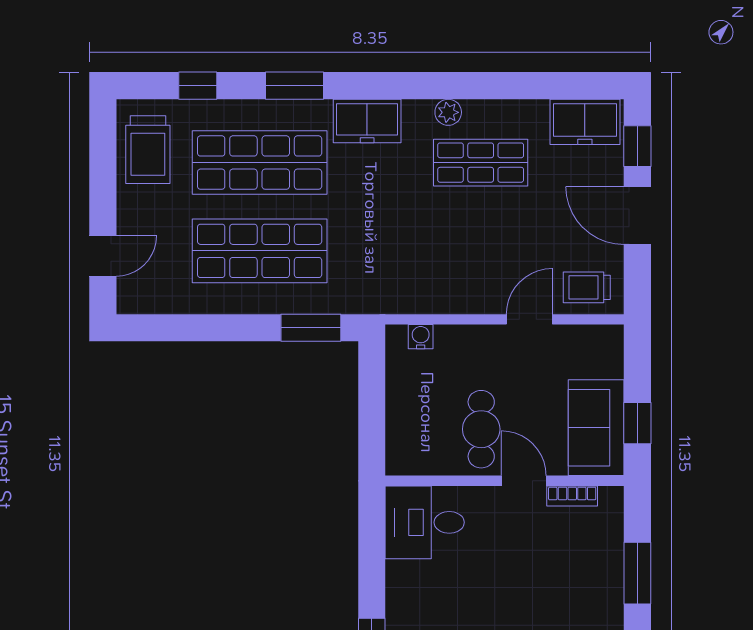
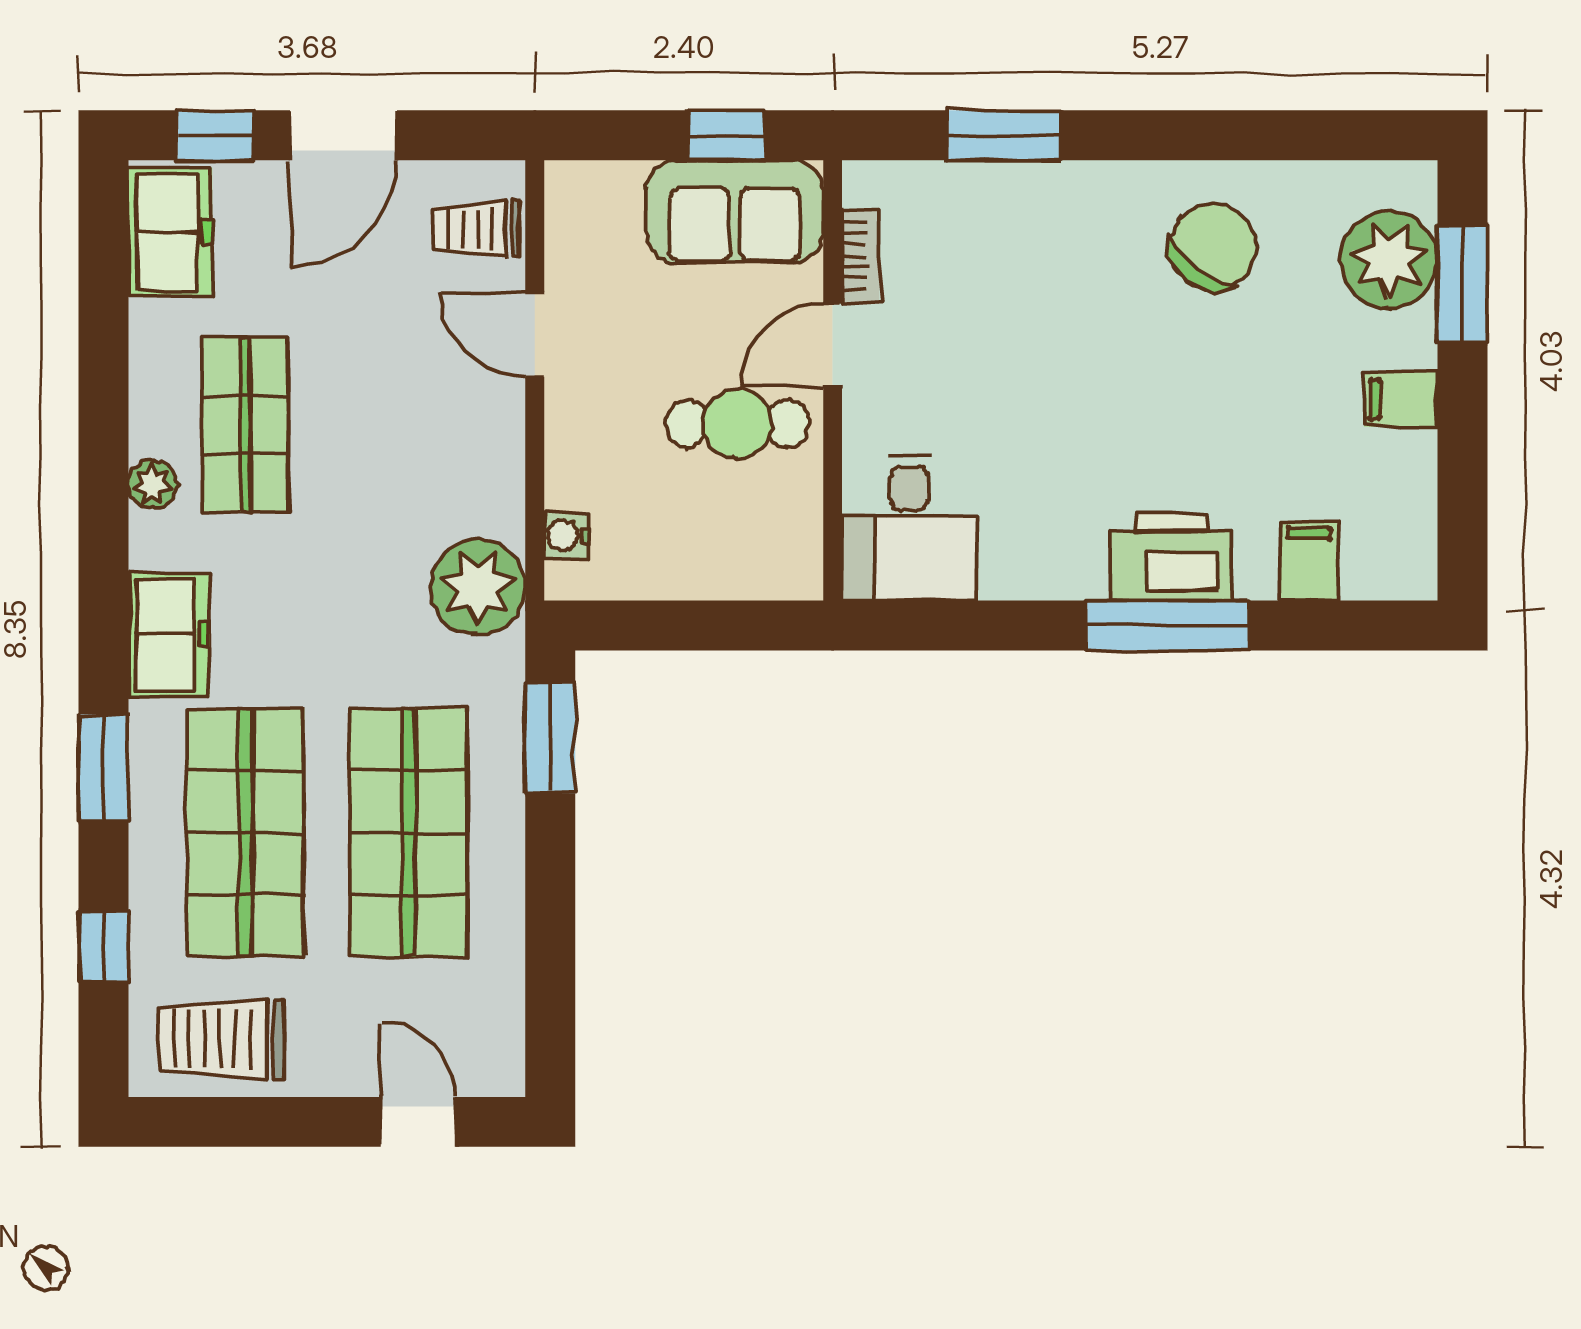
trolley: (148, 150) -> (221, 1039), turned 180
trolley: (587, 287) -> (476, 229), turned 90
plant: (393, 288) -> (478, 587), added

